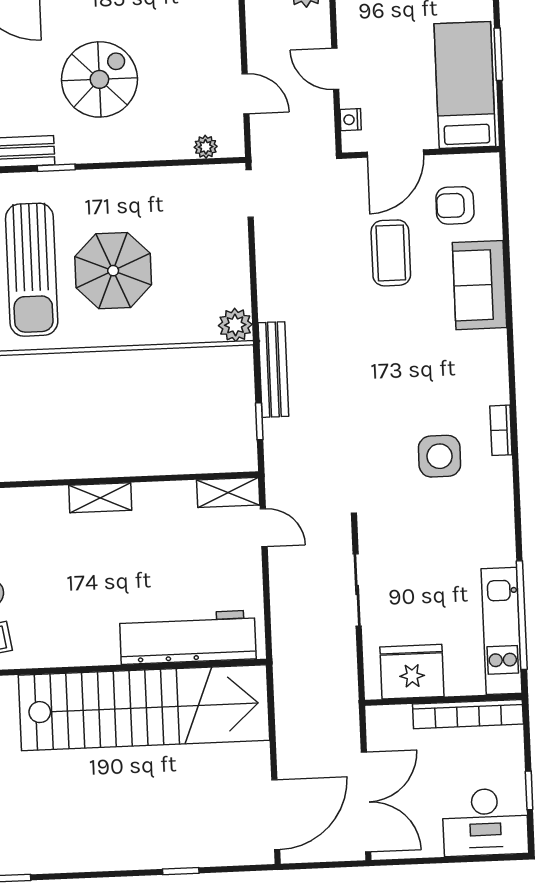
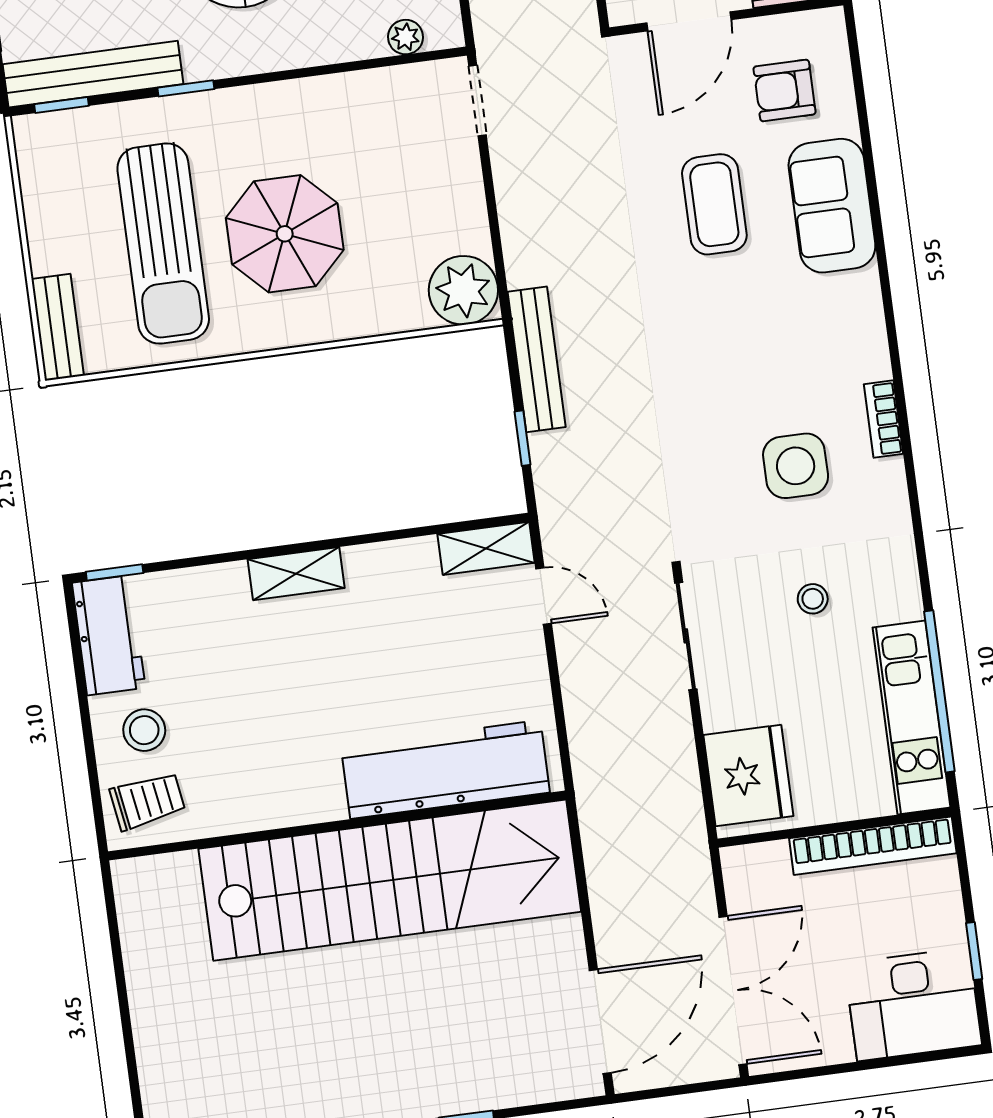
coffee table: (391, 253) -> (714, 204), moved
plant: (235, 325) -> (463, 290), width x1.36, depth x1.36
stool: (443, 546) -> (813, 599), added
sliding door: (357, 590) -> (686, 636), moved
fridge: (412, 672) -> (748, 776), moved, turned 90

